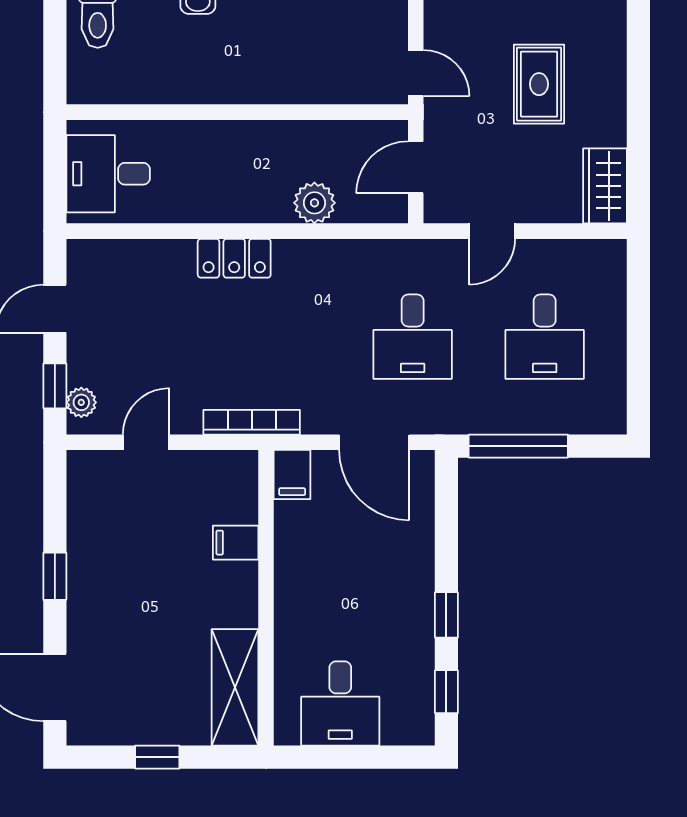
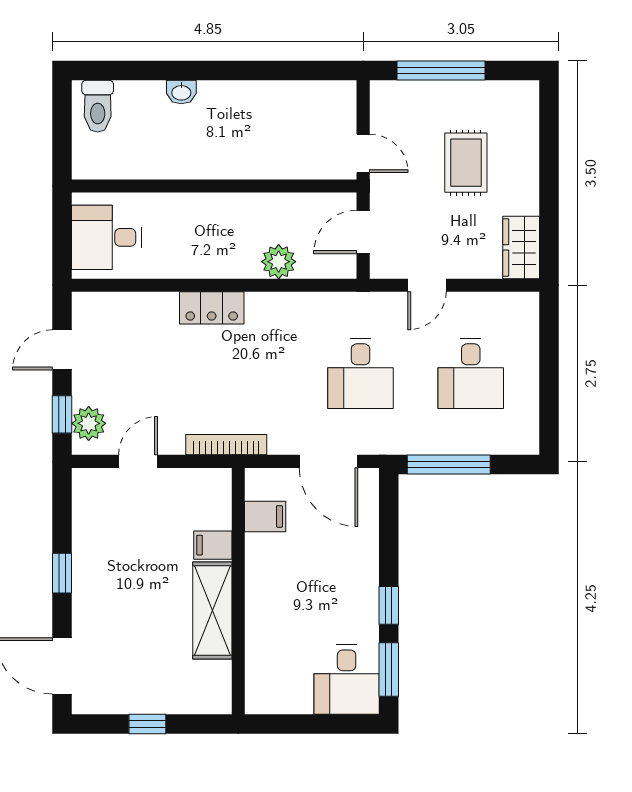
plant: (81, 402) -> (89, 423), width x1.38, depth x1.38
filing cabinet: (292, 474) -> (265, 516), moved, turned -90
shelving: (235, 687) -> (212, 610), moved
window: (446, 692) -> (389, 670), width x1.50
desk: (340, 703) -> (347, 679), moved

